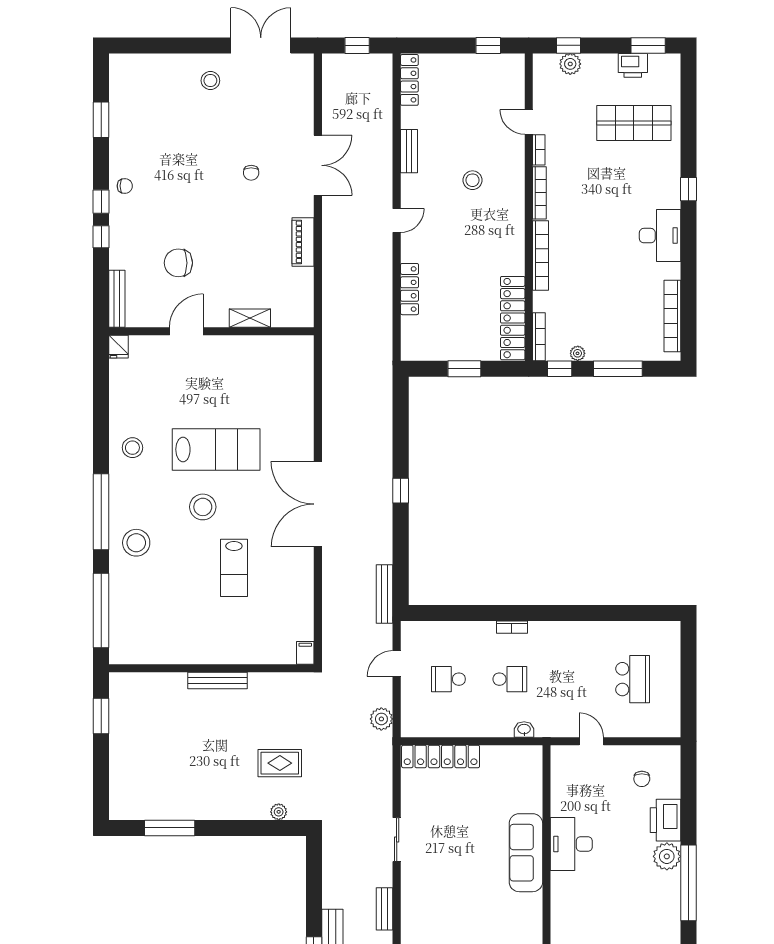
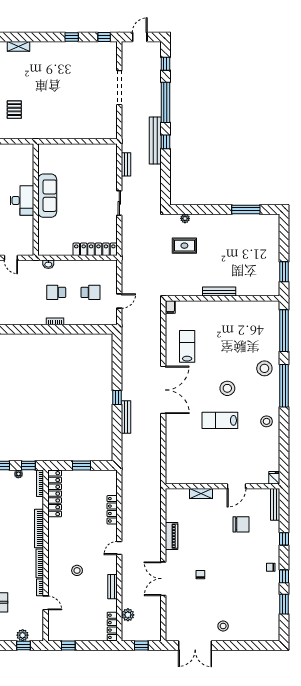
window: (101, 202) -> (284, 576), moved
lab bench: (216, 449) -> (220, 420), width x0.73, depth x0.72
lab bench: (234, 568) -> (187, 346), moved
bench: (385, 594) -> (126, 417), moved
plant: (381, 719) -> (128, 615), moved

